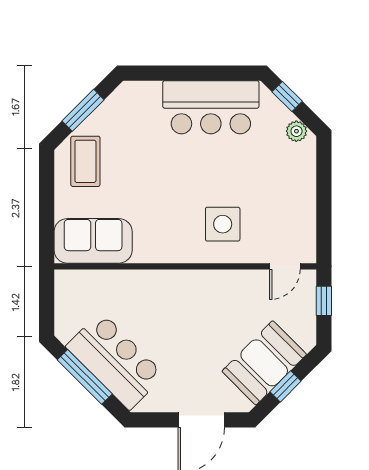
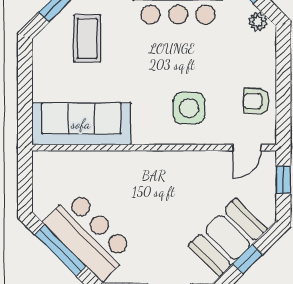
coffee table: (85, 161) -> (87, 38), moved
armchair: (295, 217) -> (256, 101), added
sofa: (93, 241) -> (81, 124), width x1.36

